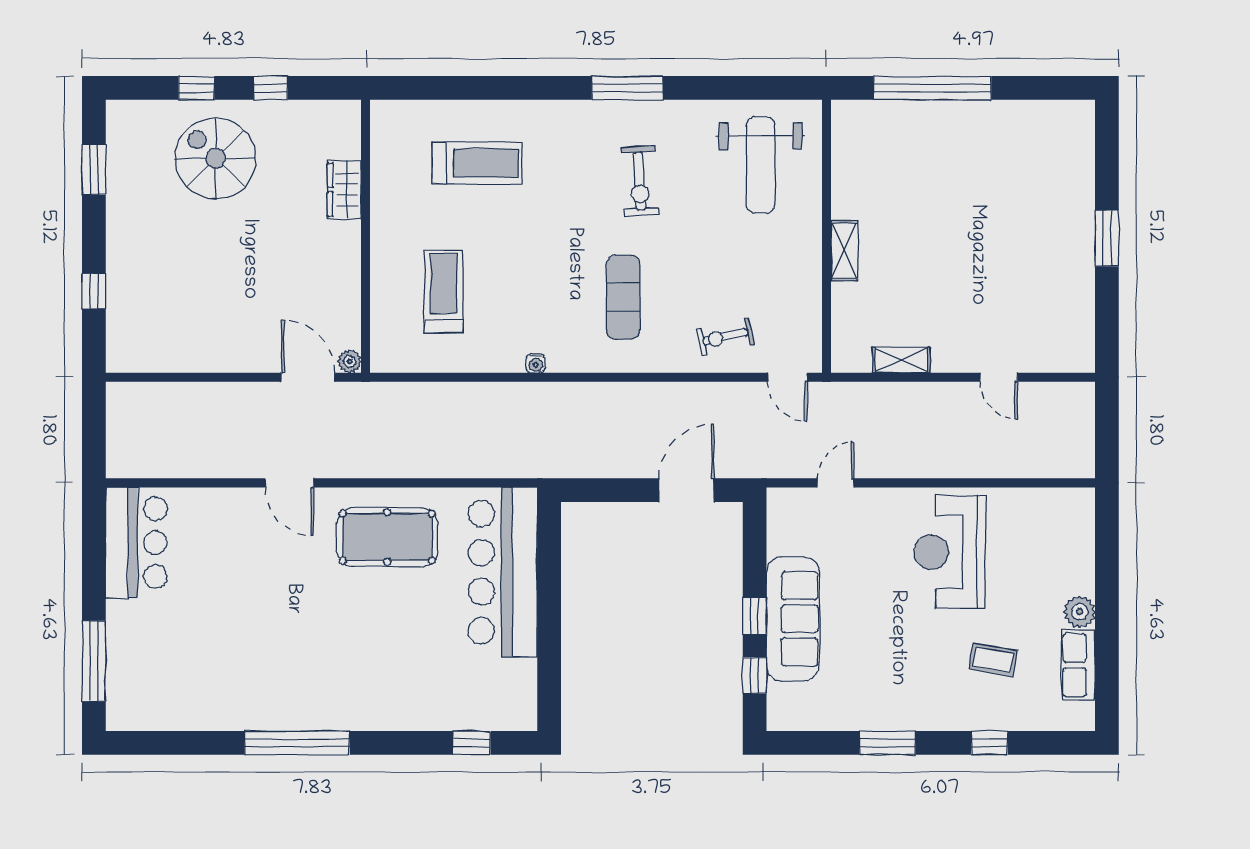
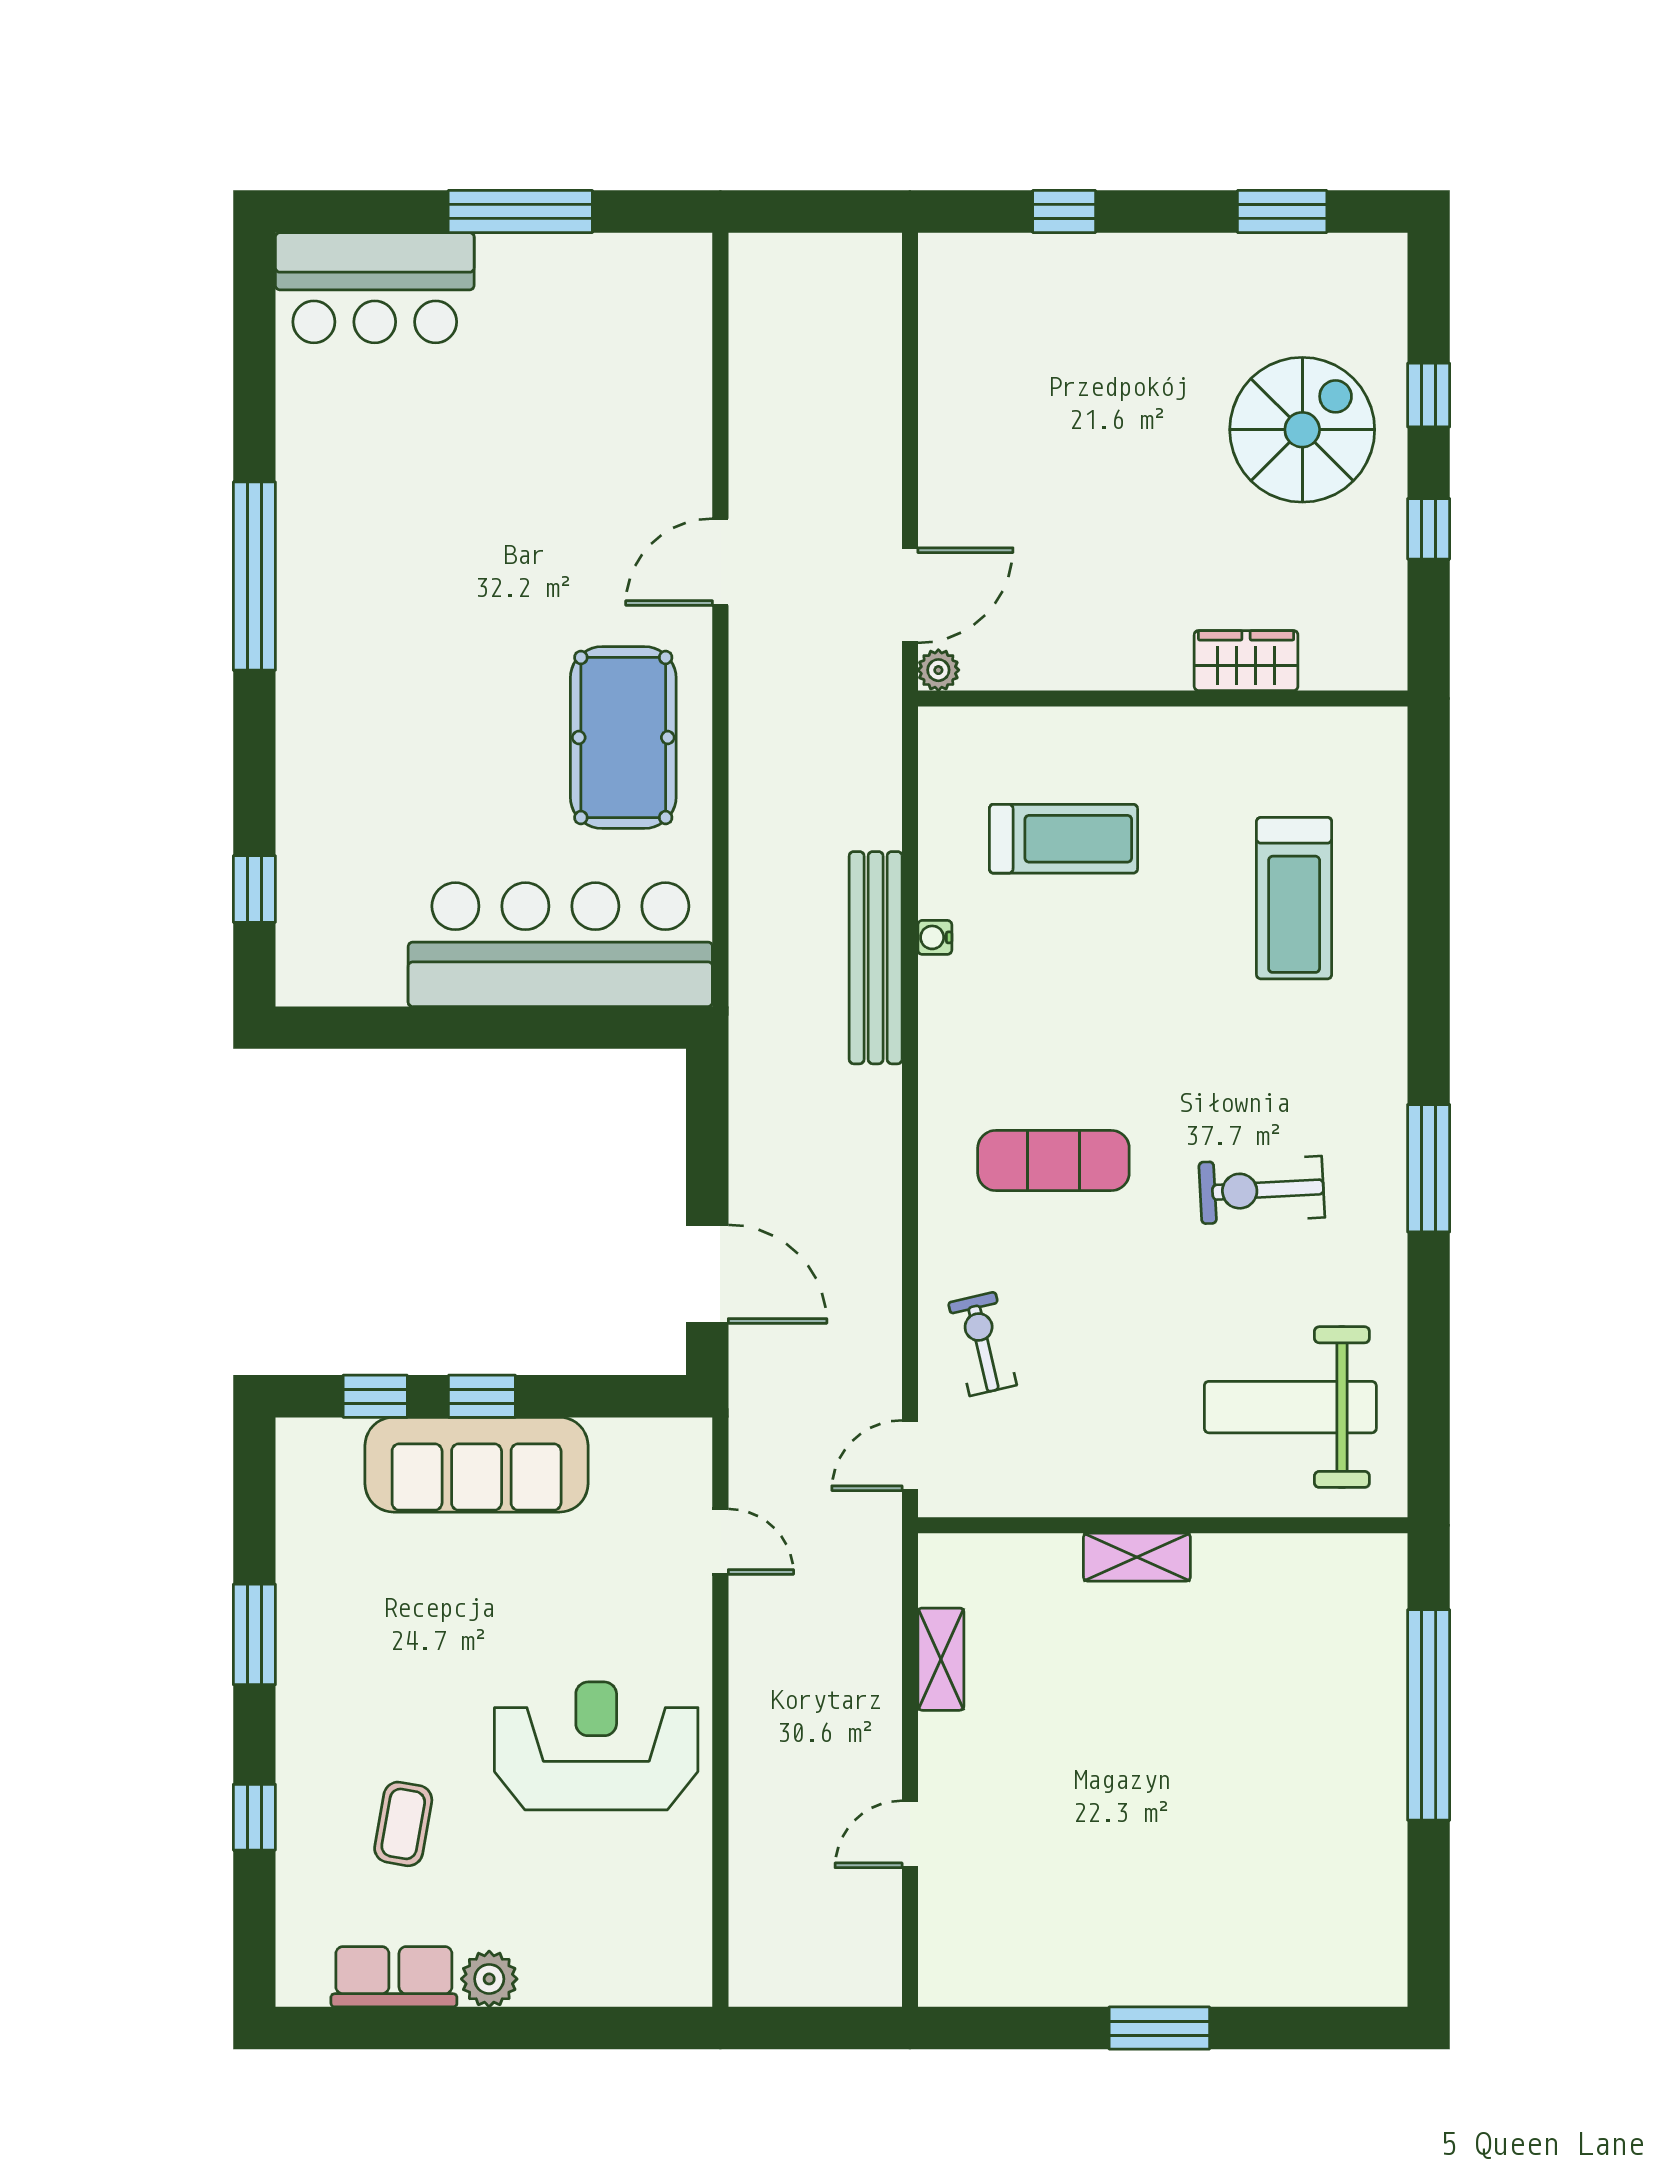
water cooler: (536, 363) -> (935, 937), moved
bench: (510, 396) -> (876, 958), added
bar counter: (136, 543) -> (375, 288), moved
window: (94, 661) -> (520, 211), moved

